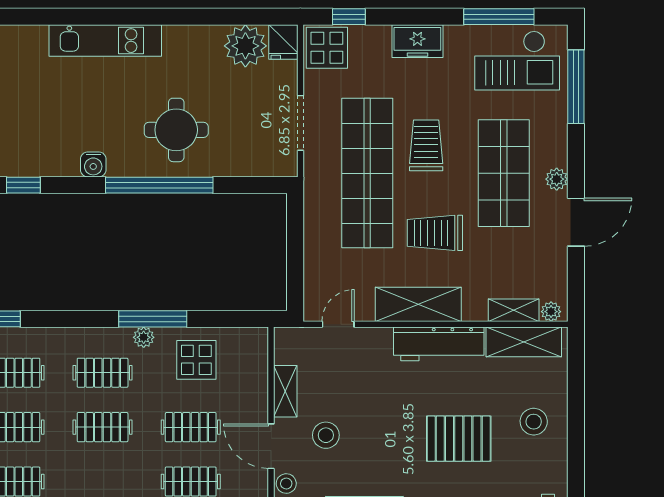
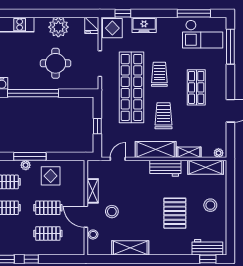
freezer: (417, 41) -> (144, 25), moved
plant: (245, 46) -> (58, 27), moved
round table: (176, 130) -> (56, 63), moved
shop shelf: (504, 173) -> (196, 87), width x0.70, depth x0.74
plant: (557, 179) -> (221, 90), removed
trolley: (435, 233) -> (164, 116), turned 90
window: (295, 255) -> (97, 126), added
shelving: (514, 310) -> (189, 152), moved
workbench: (439, 344) -> (165, 168), width x0.73
pallet: (459, 439) -> (175, 213), turned 90

